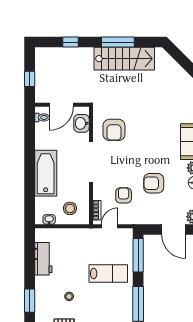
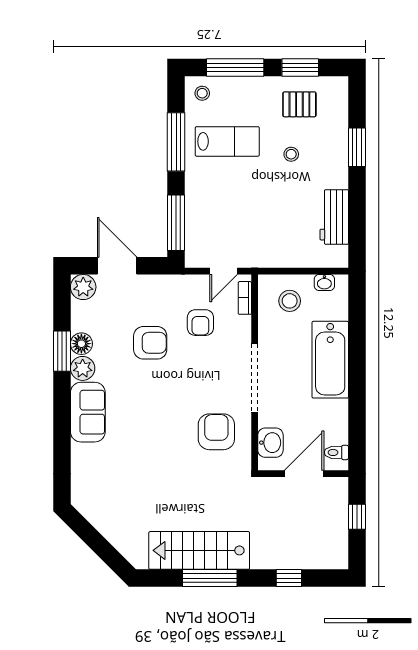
lab bench: (108, 273) -> (227, 141), moved, turned 180

